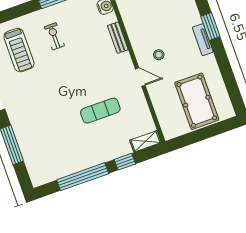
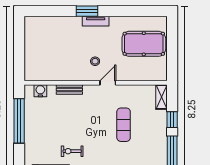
exercise bike: (54, 36) -> (72, 151), moved

